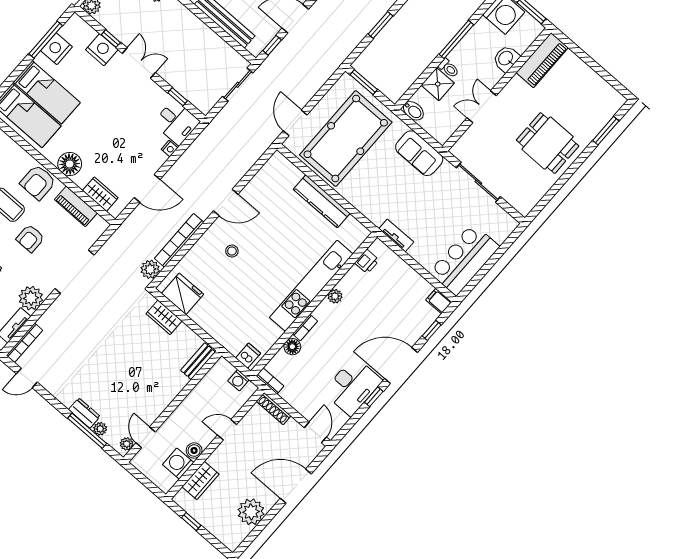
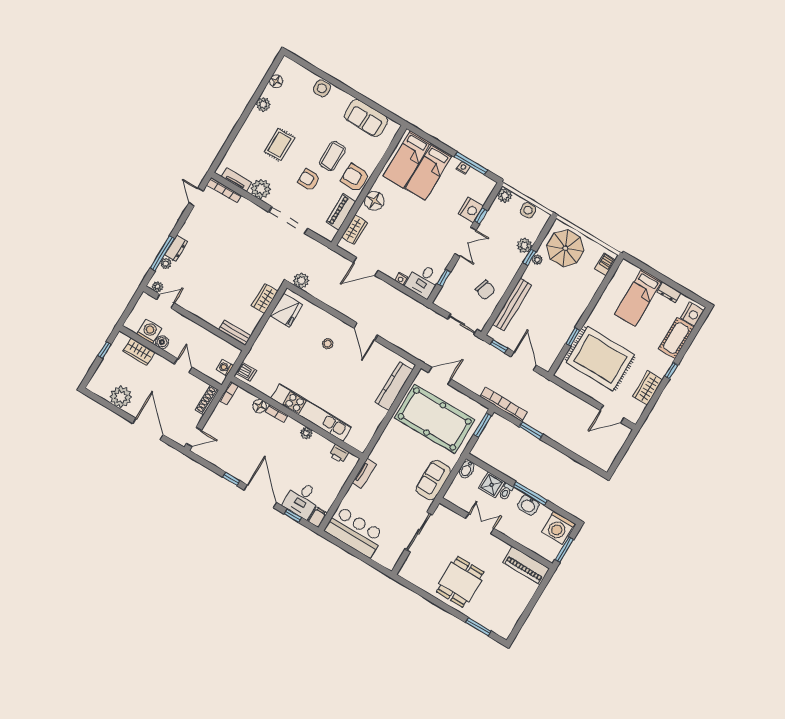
nightstand: (56, 49) -> (463, 168), width x0.53, depth x0.56
chair: (201, 50) -> (485, 290), added
washbasin: (506, 58) -> (528, 505), moved, turned 180
door: (147, 189) -> (366, 266), hinge flipped
kitchen counter: (322, 201) -> (394, 386), moved
bookcase: (179, 240) -> (504, 404), moved
desk: (353, 386) -> (302, 500), moved, width x0.73

